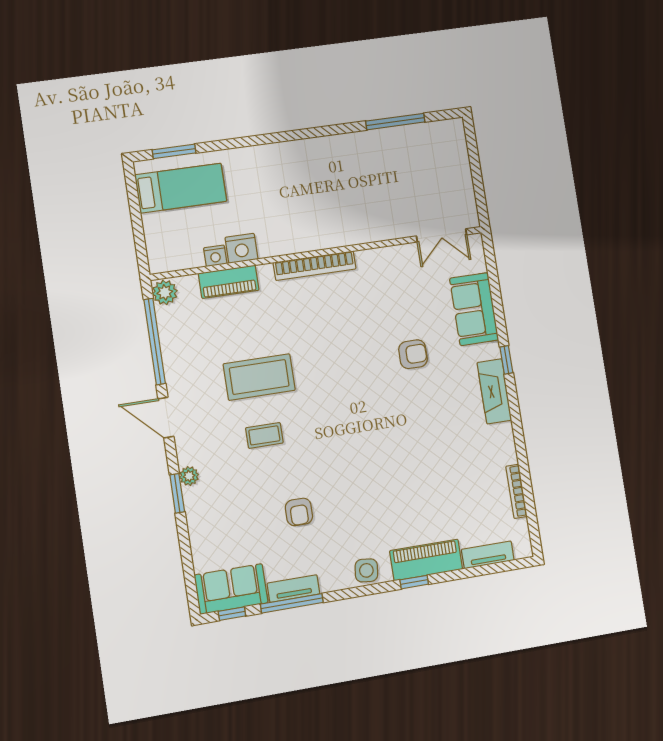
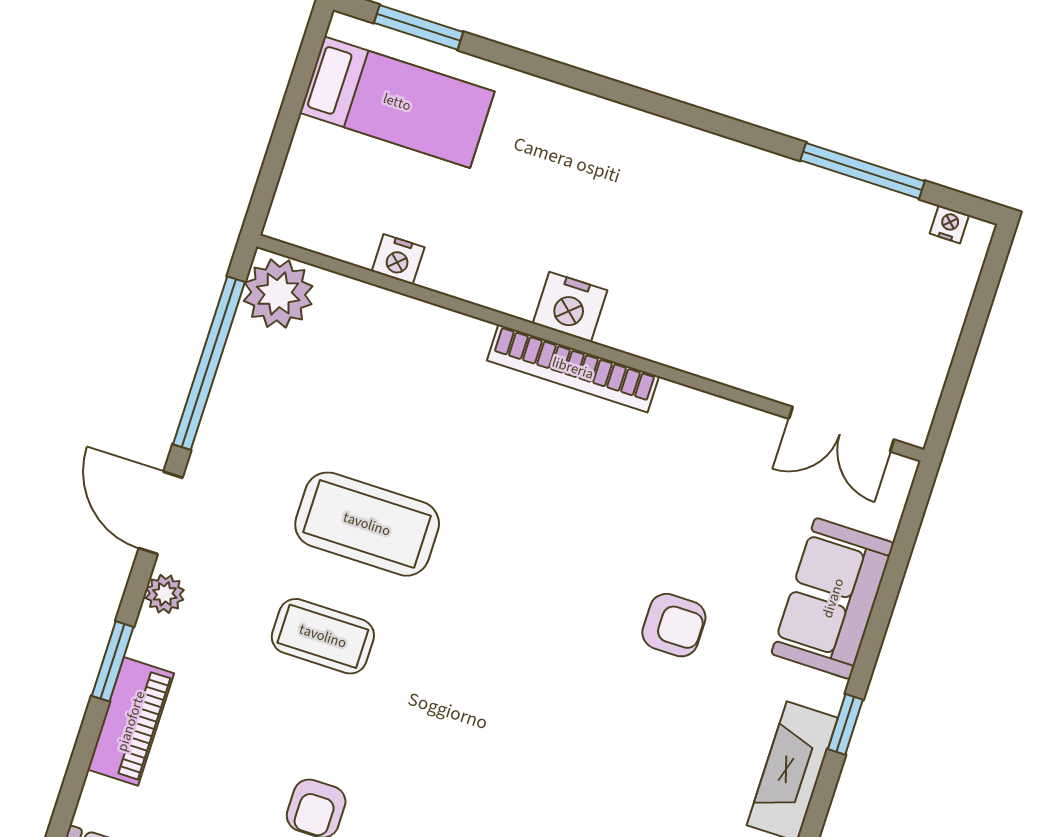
nightstand: (443, 127) -> (949, 224), added
nightstand: (241, 248) -> (570, 307), moved
piano: (229, 282) -> (131, 721), moved, turned -90
plant: (165, 292) -> (278, 294), width x1.36, depth x1.36
coffee table: (264, 435) -> (323, 636), width x1.36, depth x1.30
plant: (189, 476) -> (165, 594), moved

